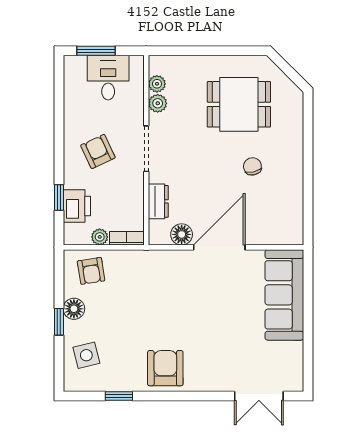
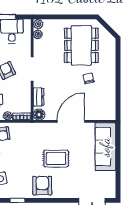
plant: (158, 103) -> (38, 24), moved
dining table: (239, 104) -> (81, 45), width x1.37
floor lamp: (182, 234) -> (39, 115), moved
rug: (191, 317) -> (56, 159), added

